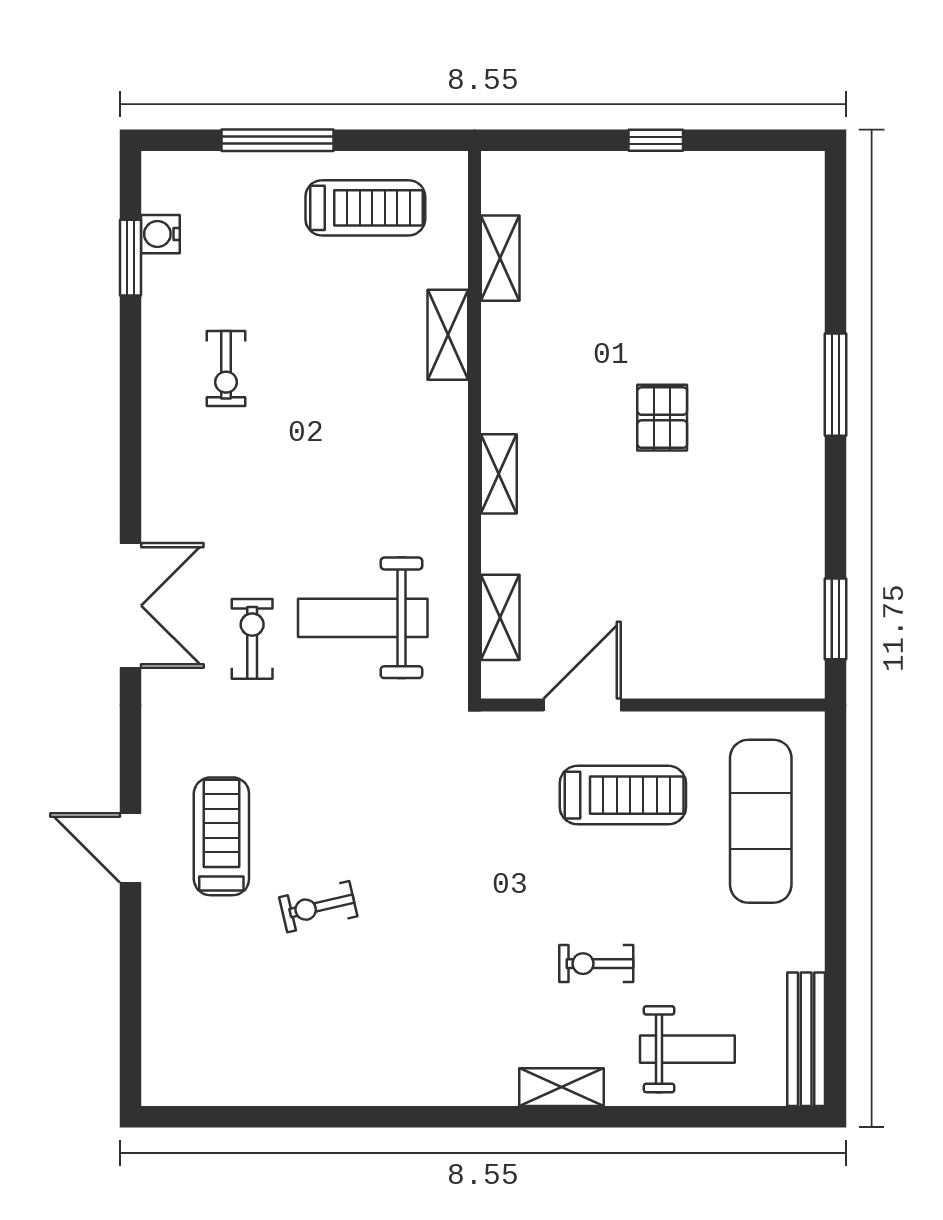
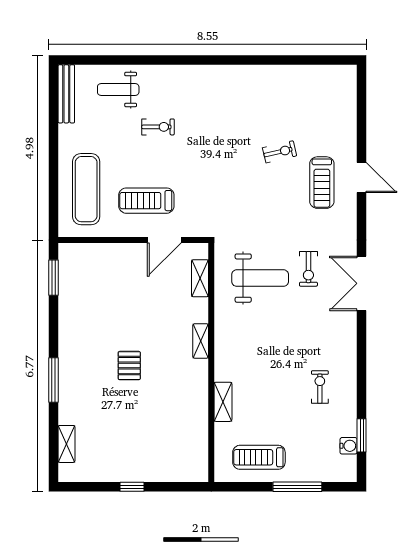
shelving: (500, 258) -> (67, 444), moved
shelving: (561, 1087) -> (173, 73), removed

